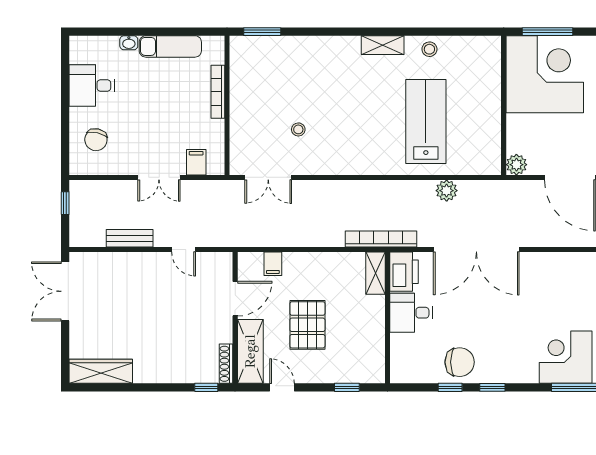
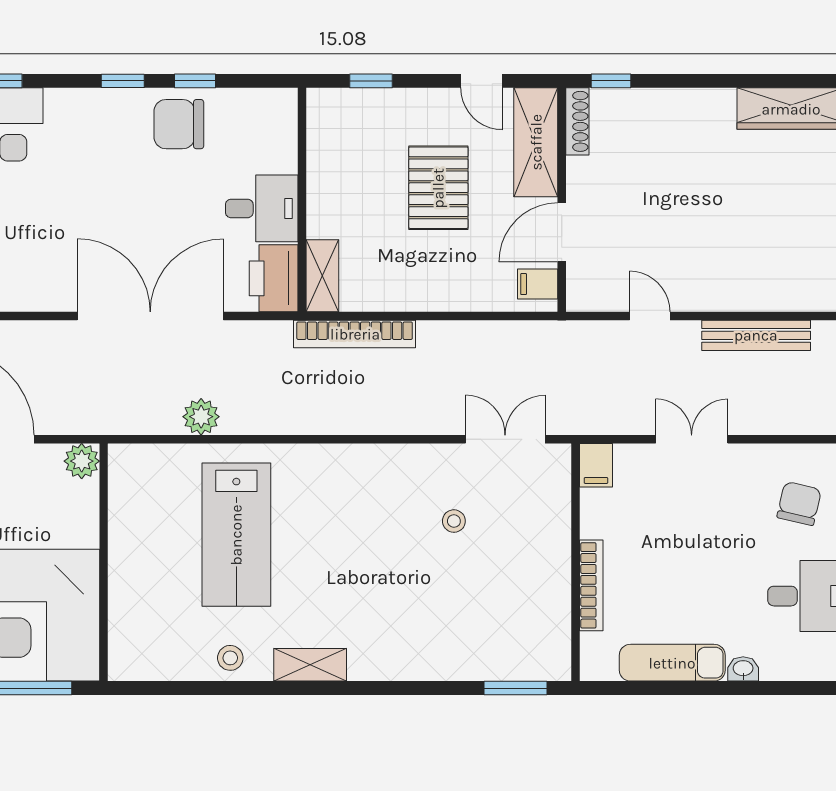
filing cabinet: (196, 162) -> (596, 465), moved
bench: (130, 238) -> (756, 335), width x1.36
bookcase: (381, 239) -> (355, 334), moved
filing cabinet: (273, 264) -> (538, 284), moved, turned -90

